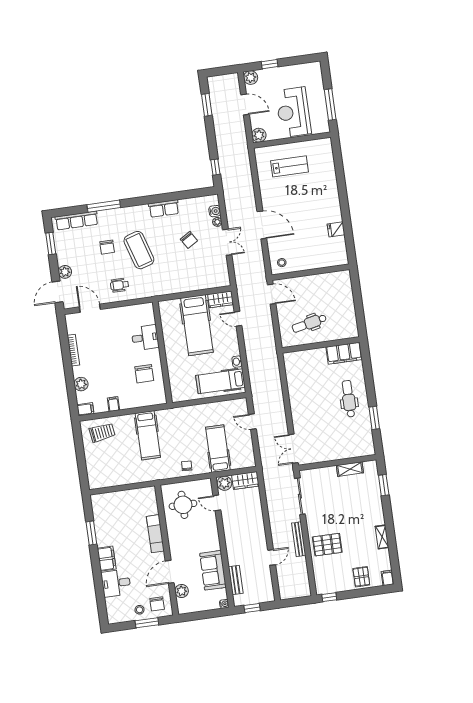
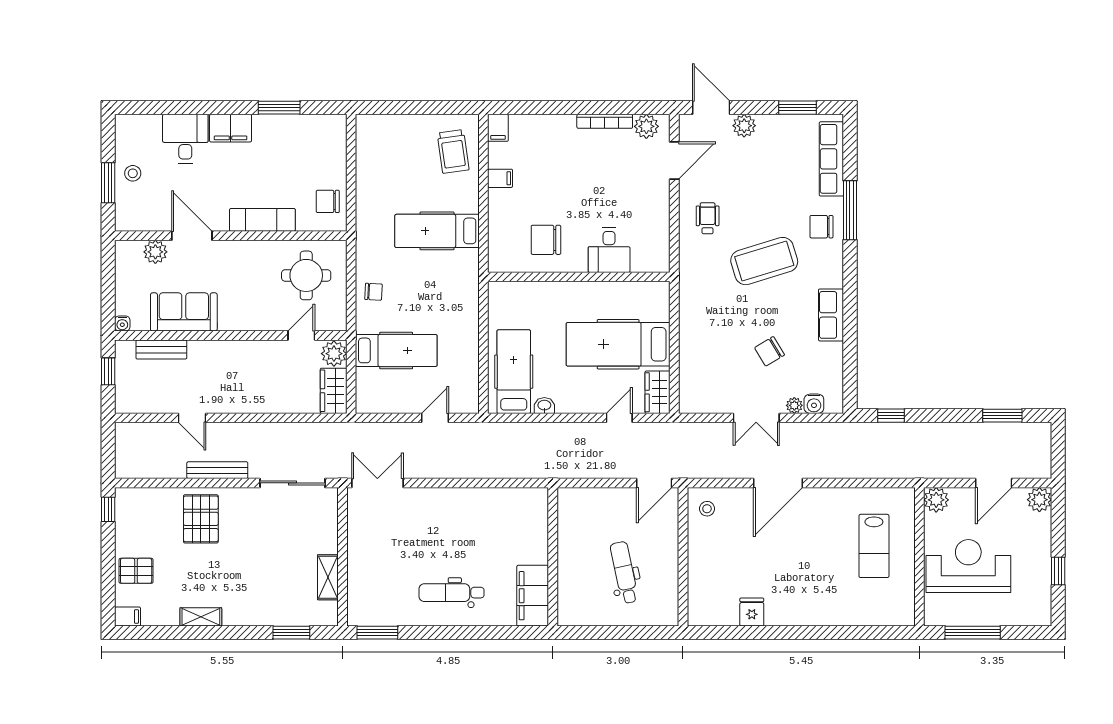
window: (270, 64) -> (1058, 571), moved
chair: (107, 247) -> (821, 227), moved
dental chair: (309, 323) -> (624, 572), moved
plant: (81, 384) -> (646, 126), moved
dental chair: (349, 399) -> (452, 593), turned 180
window: (374, 418) -> (377, 633), moved
chair: (157, 604) -> (328, 201), moved

